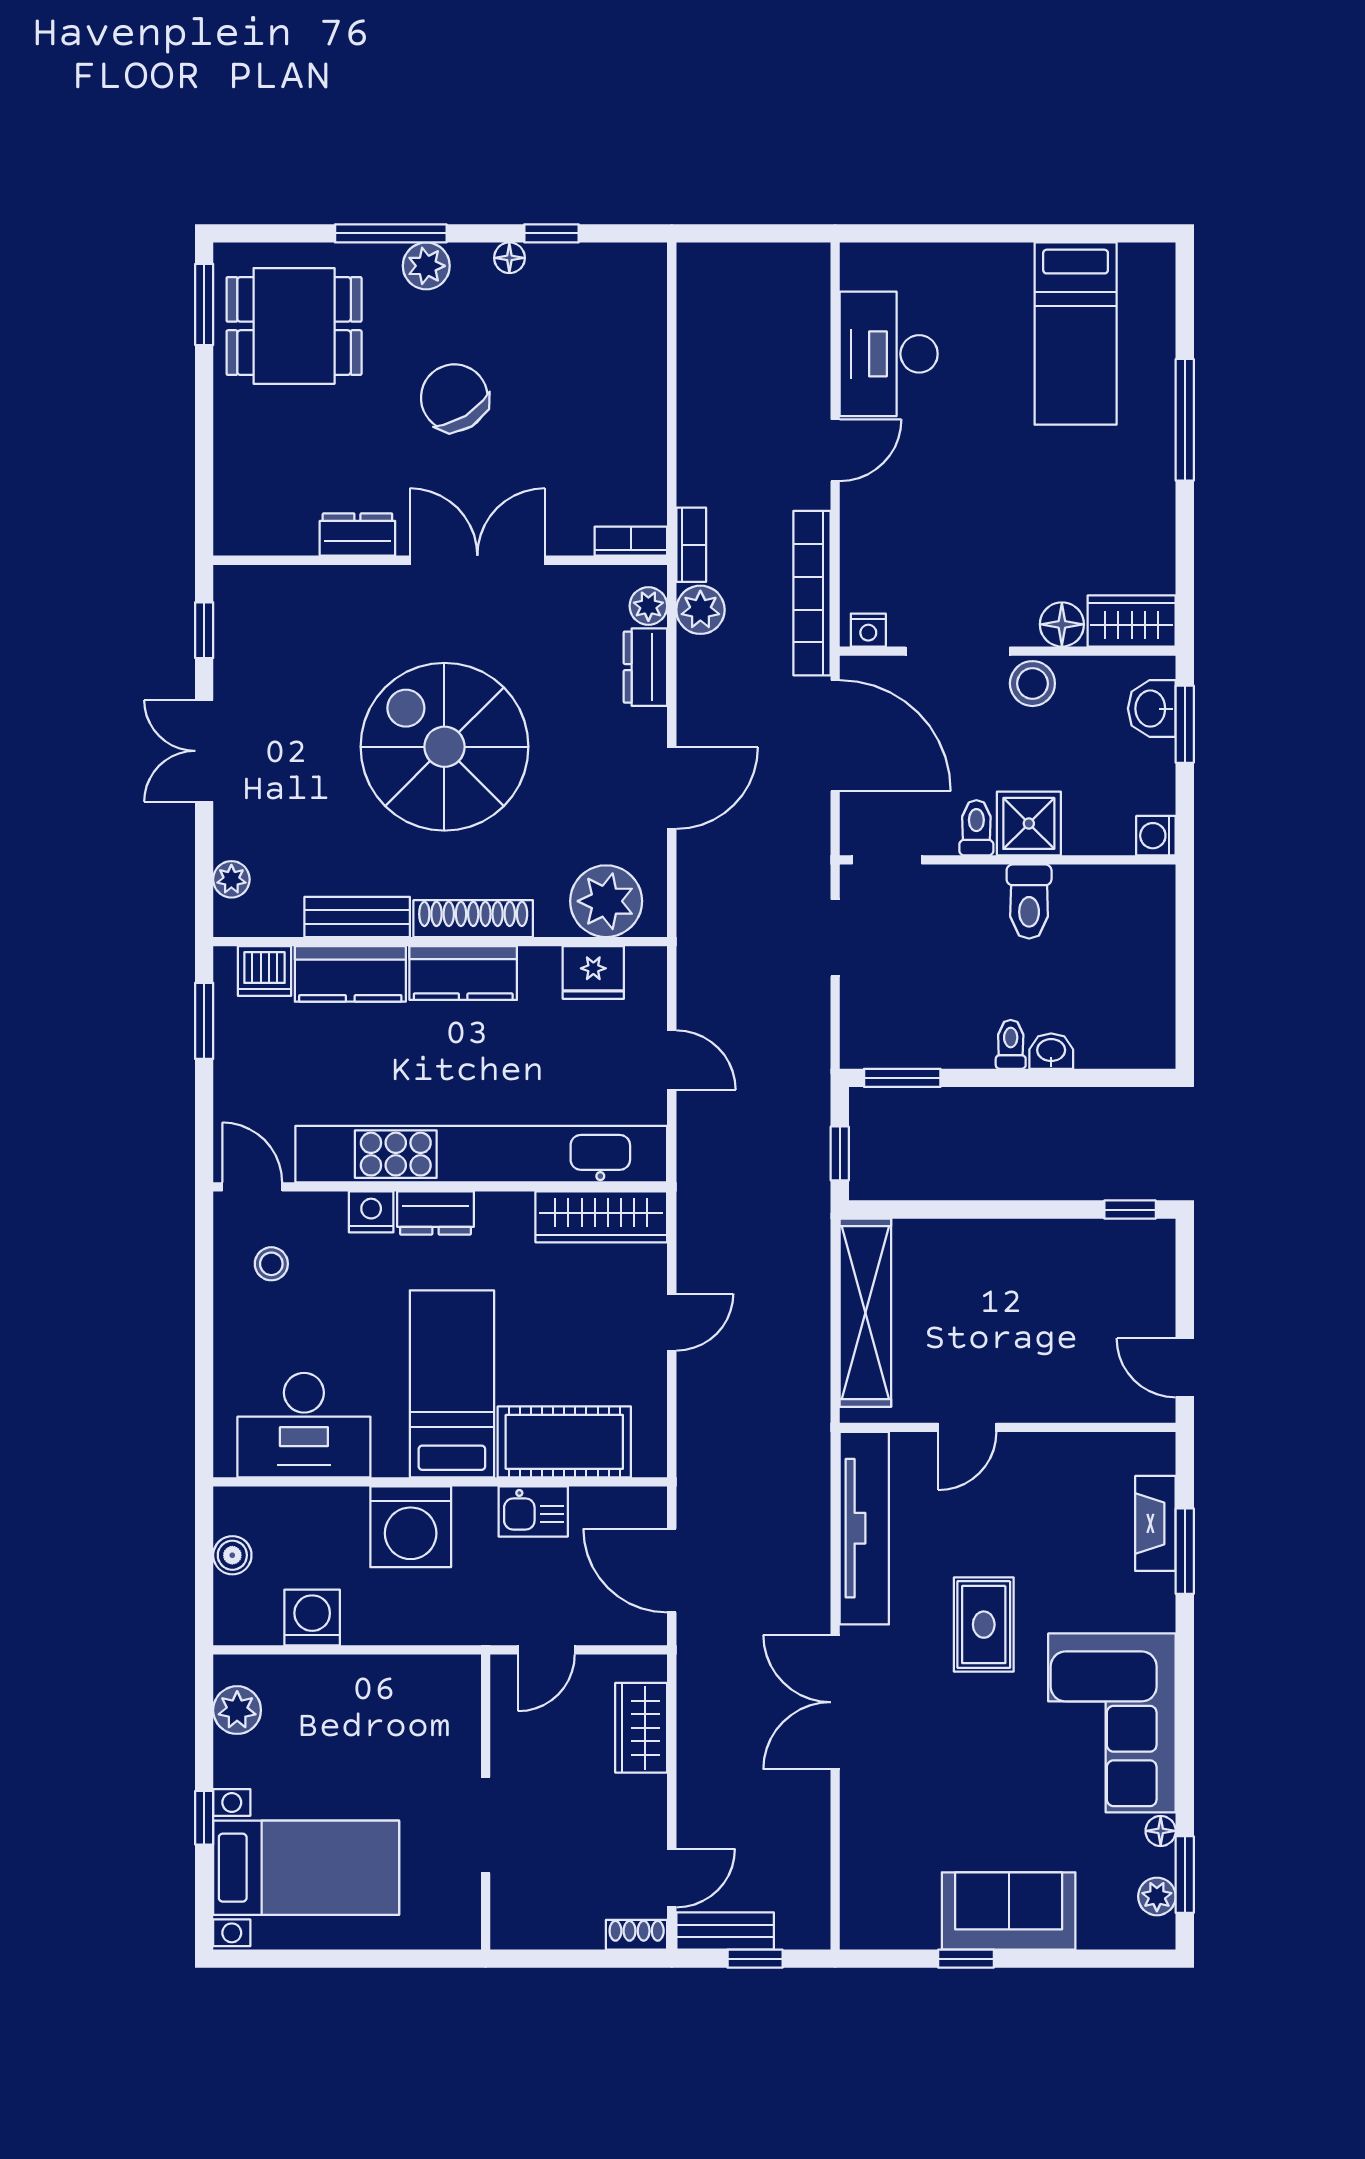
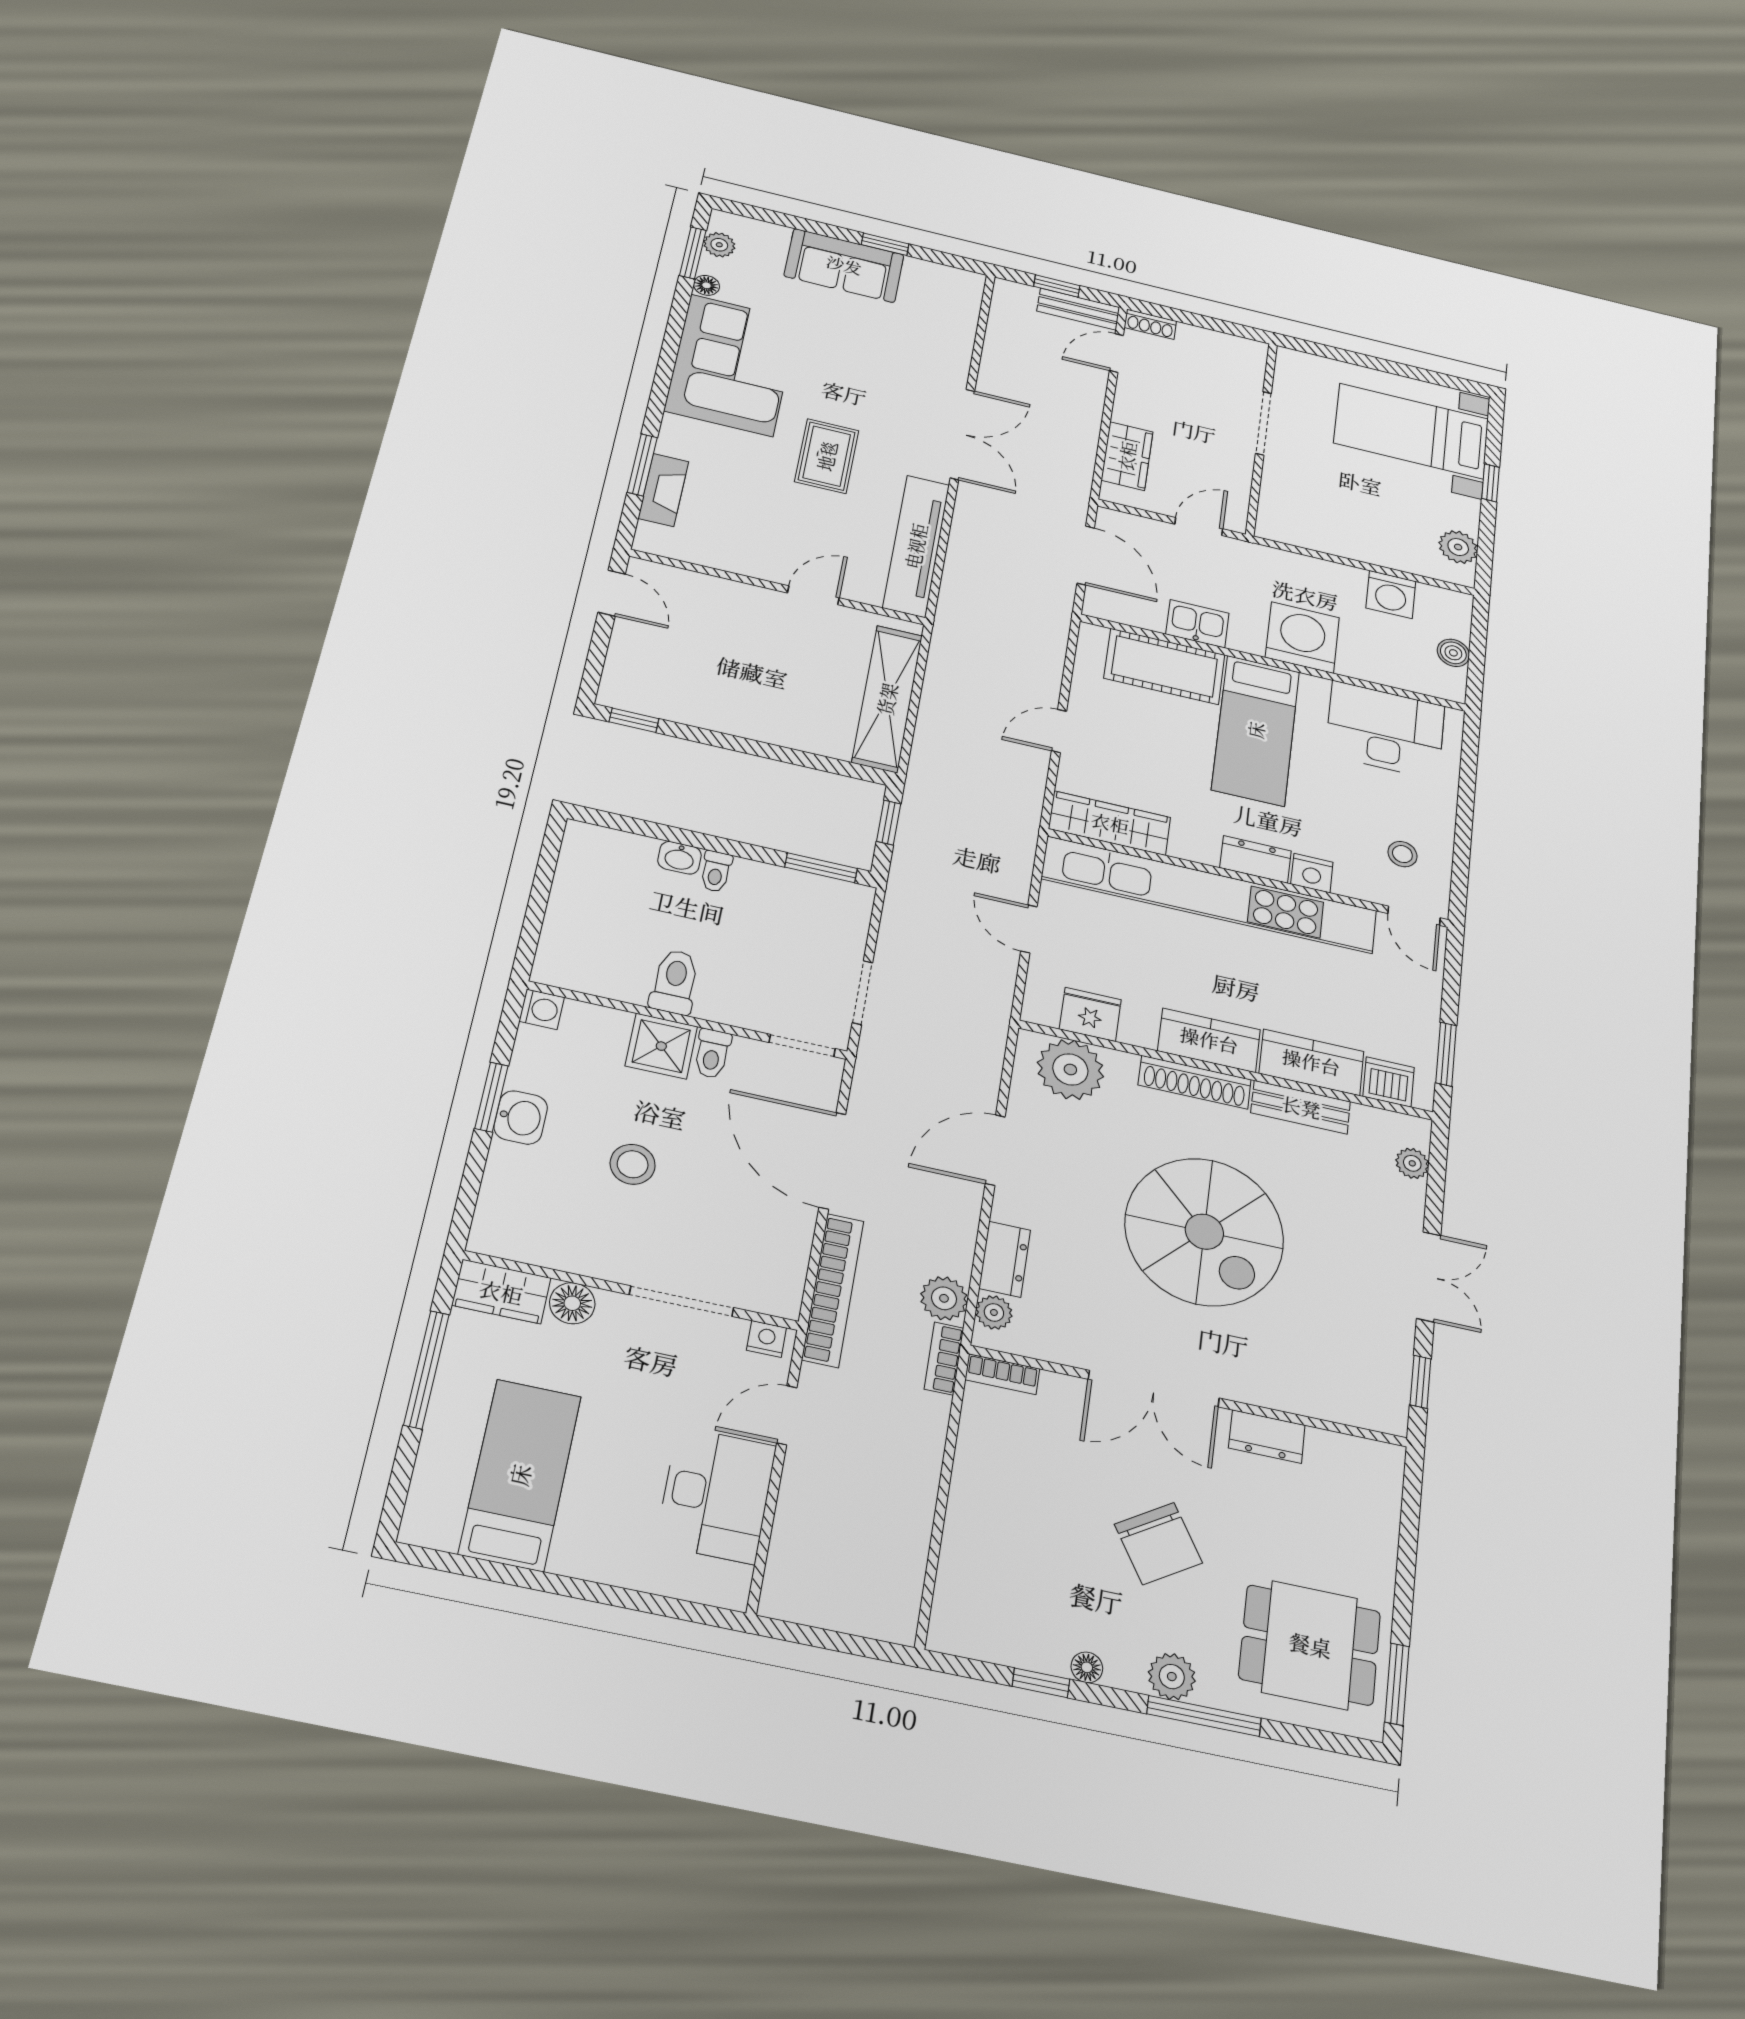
wardrobe: (1132, 621) -> (501, 1292), moved
floor lamp: (1062, 624) -> (572, 1303), moved
nightstand: (868, 630) -> (766, 1339), moved
doorway: (958, 651) -> (681, 1301), moved
wall: (1008, 651) -> (632, 1291), moved

